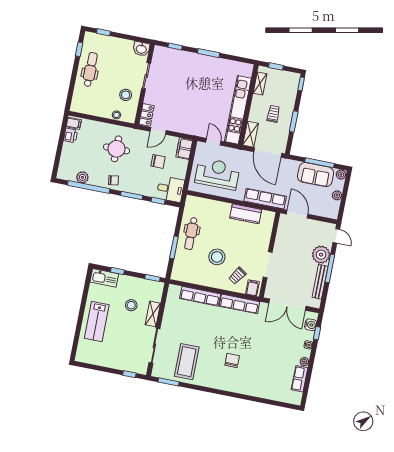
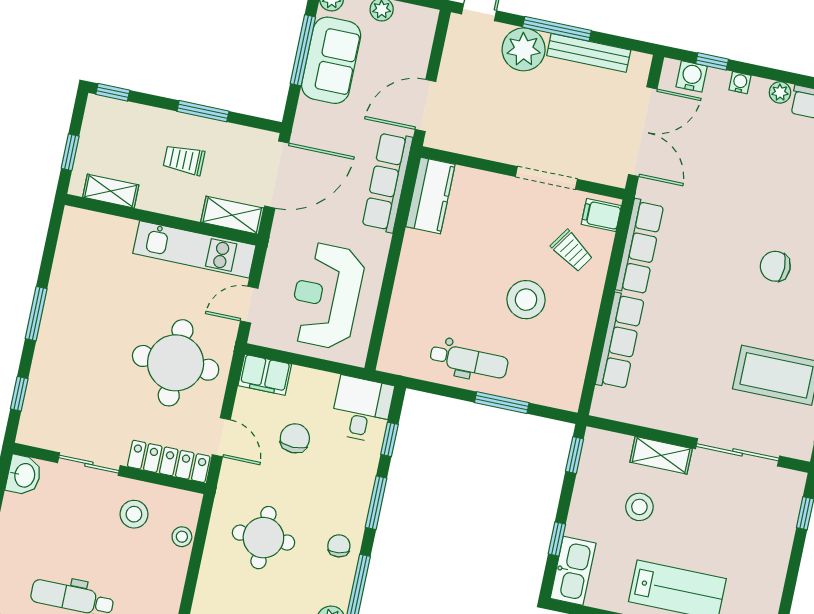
kitchen unit: (238, 110) -> (194, 249), width x0.73
round table: (189, 111) -> (176, 363), added
locker: (147, 115) -> (169, 461), width x1.53
kitchen counter: (246, 214) -> (430, 196), moved

